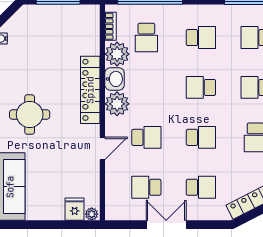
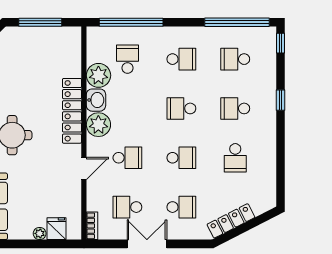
bookcase: (111, 26) -> (92, 226), moved
school desk: (146, 38) -> (127, 59), turned 180
plant: (92, 214) -> (40, 233), moved

